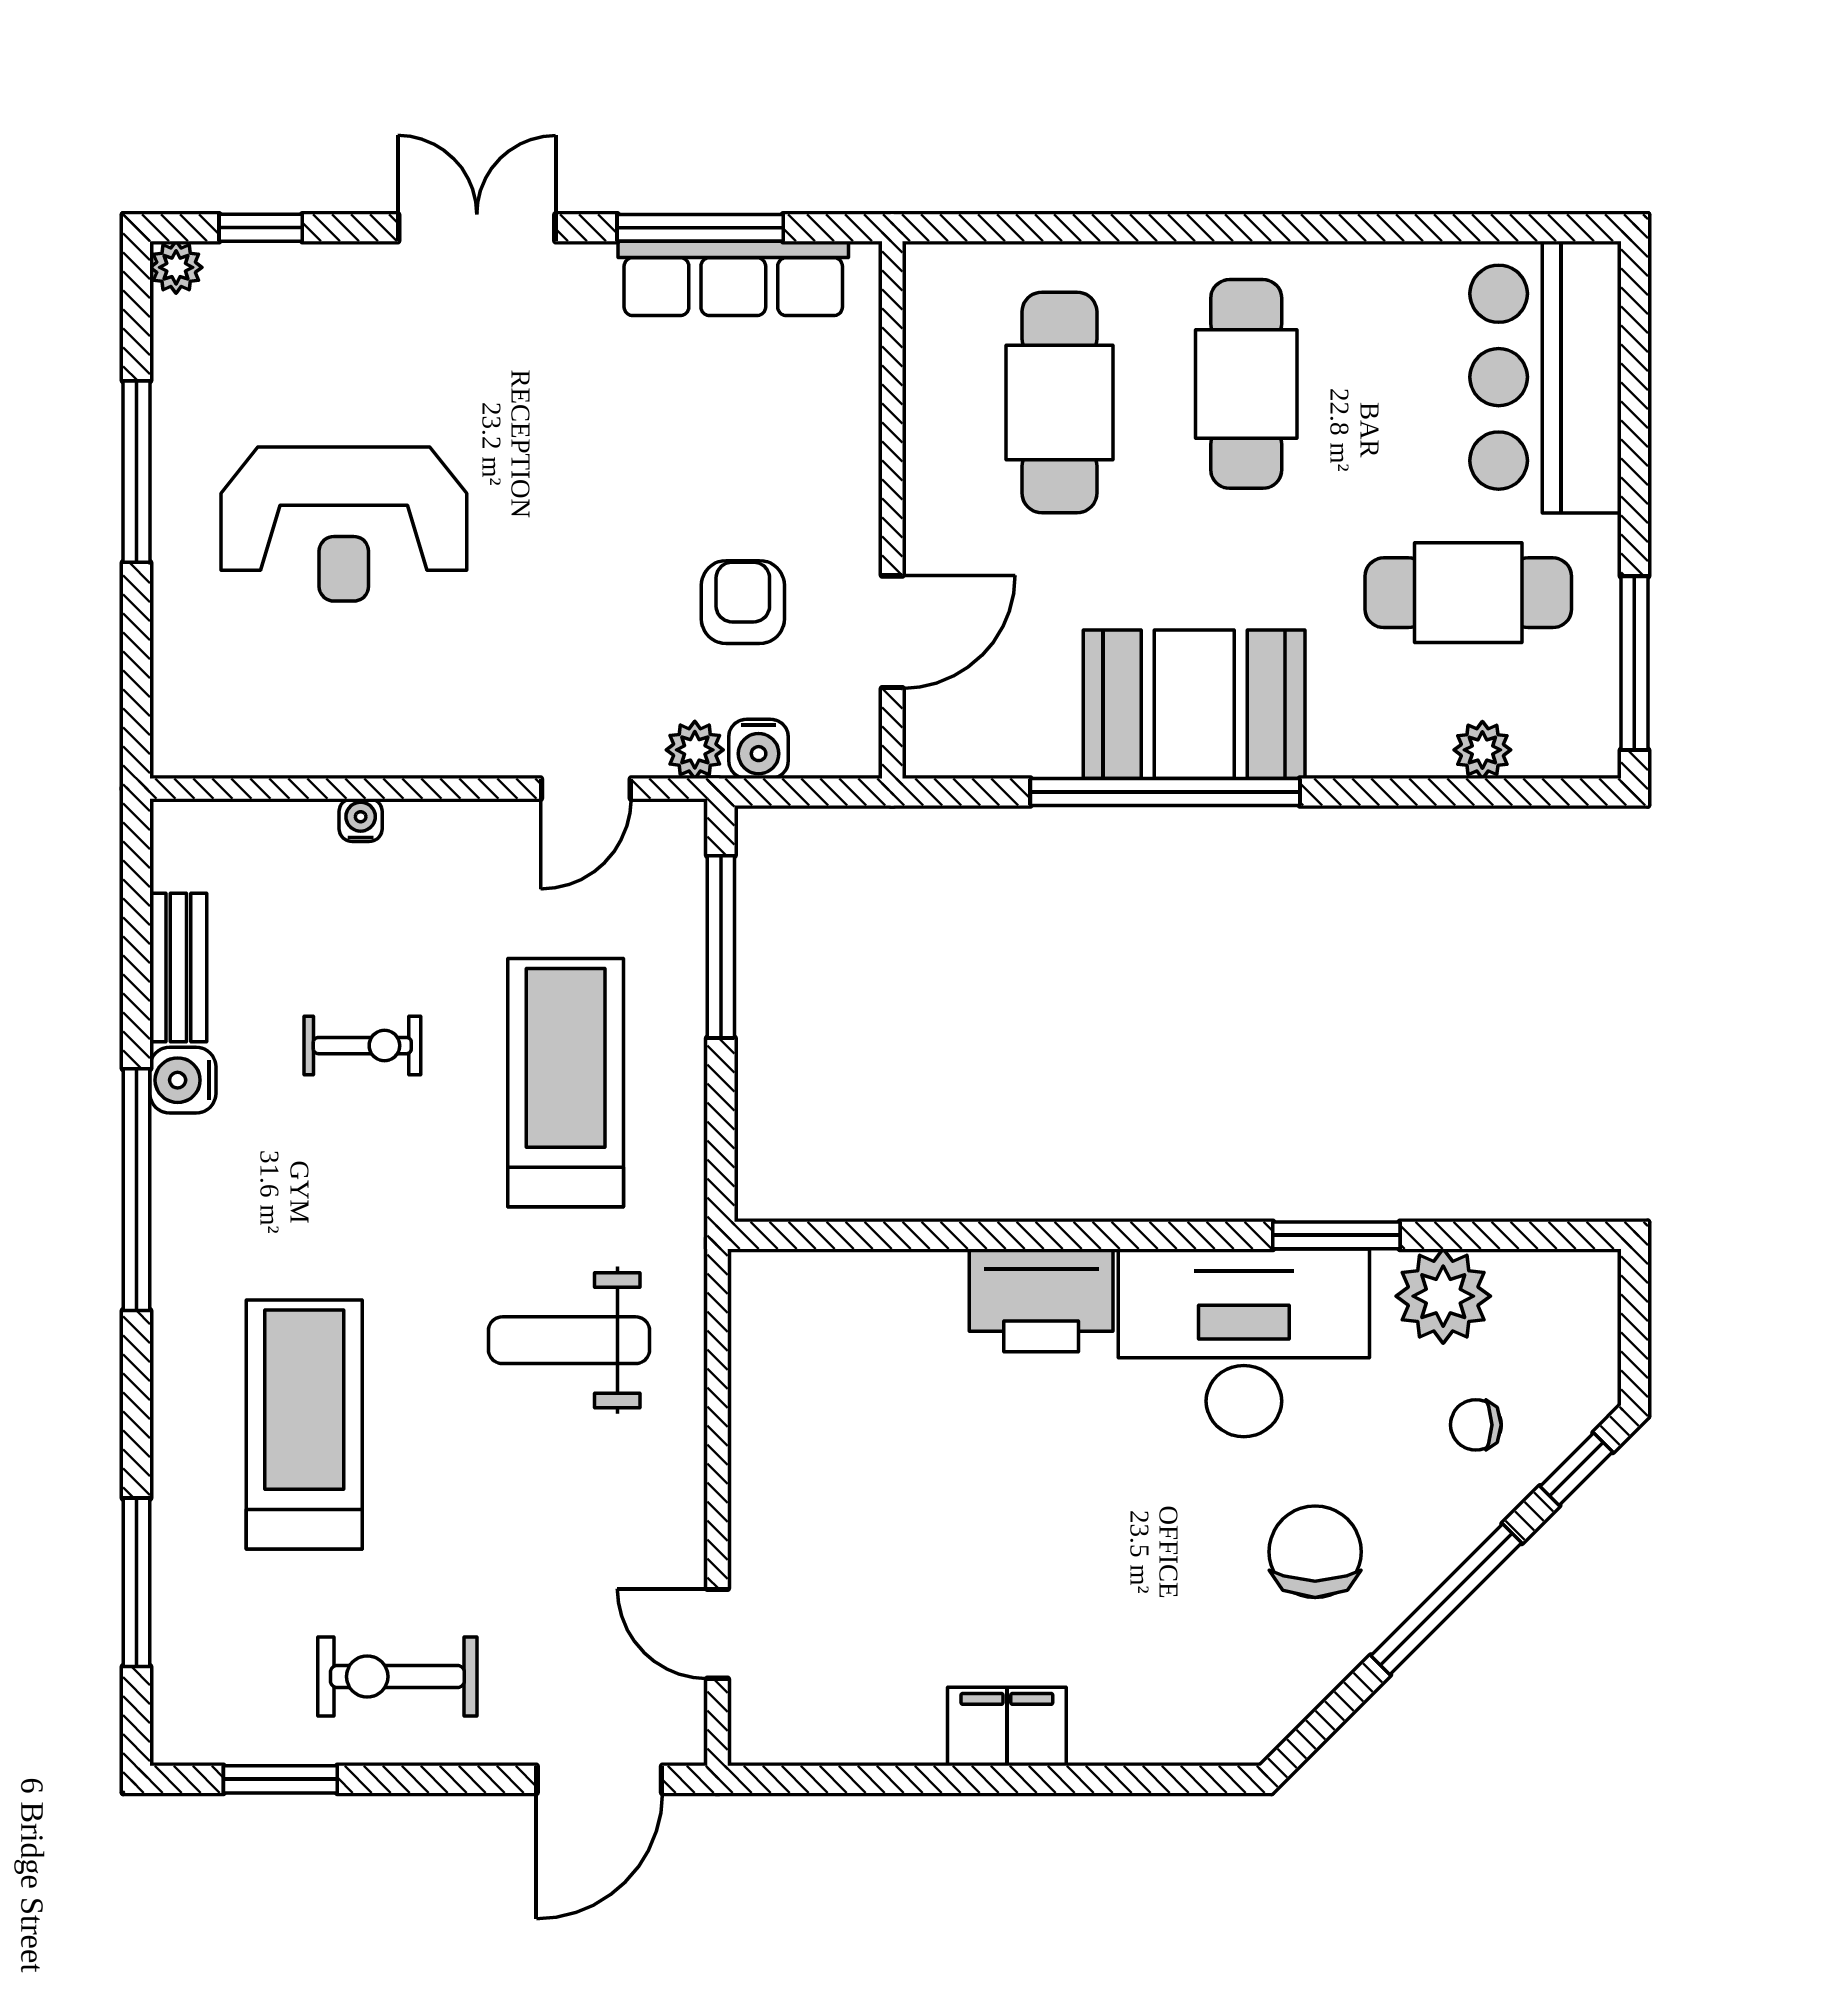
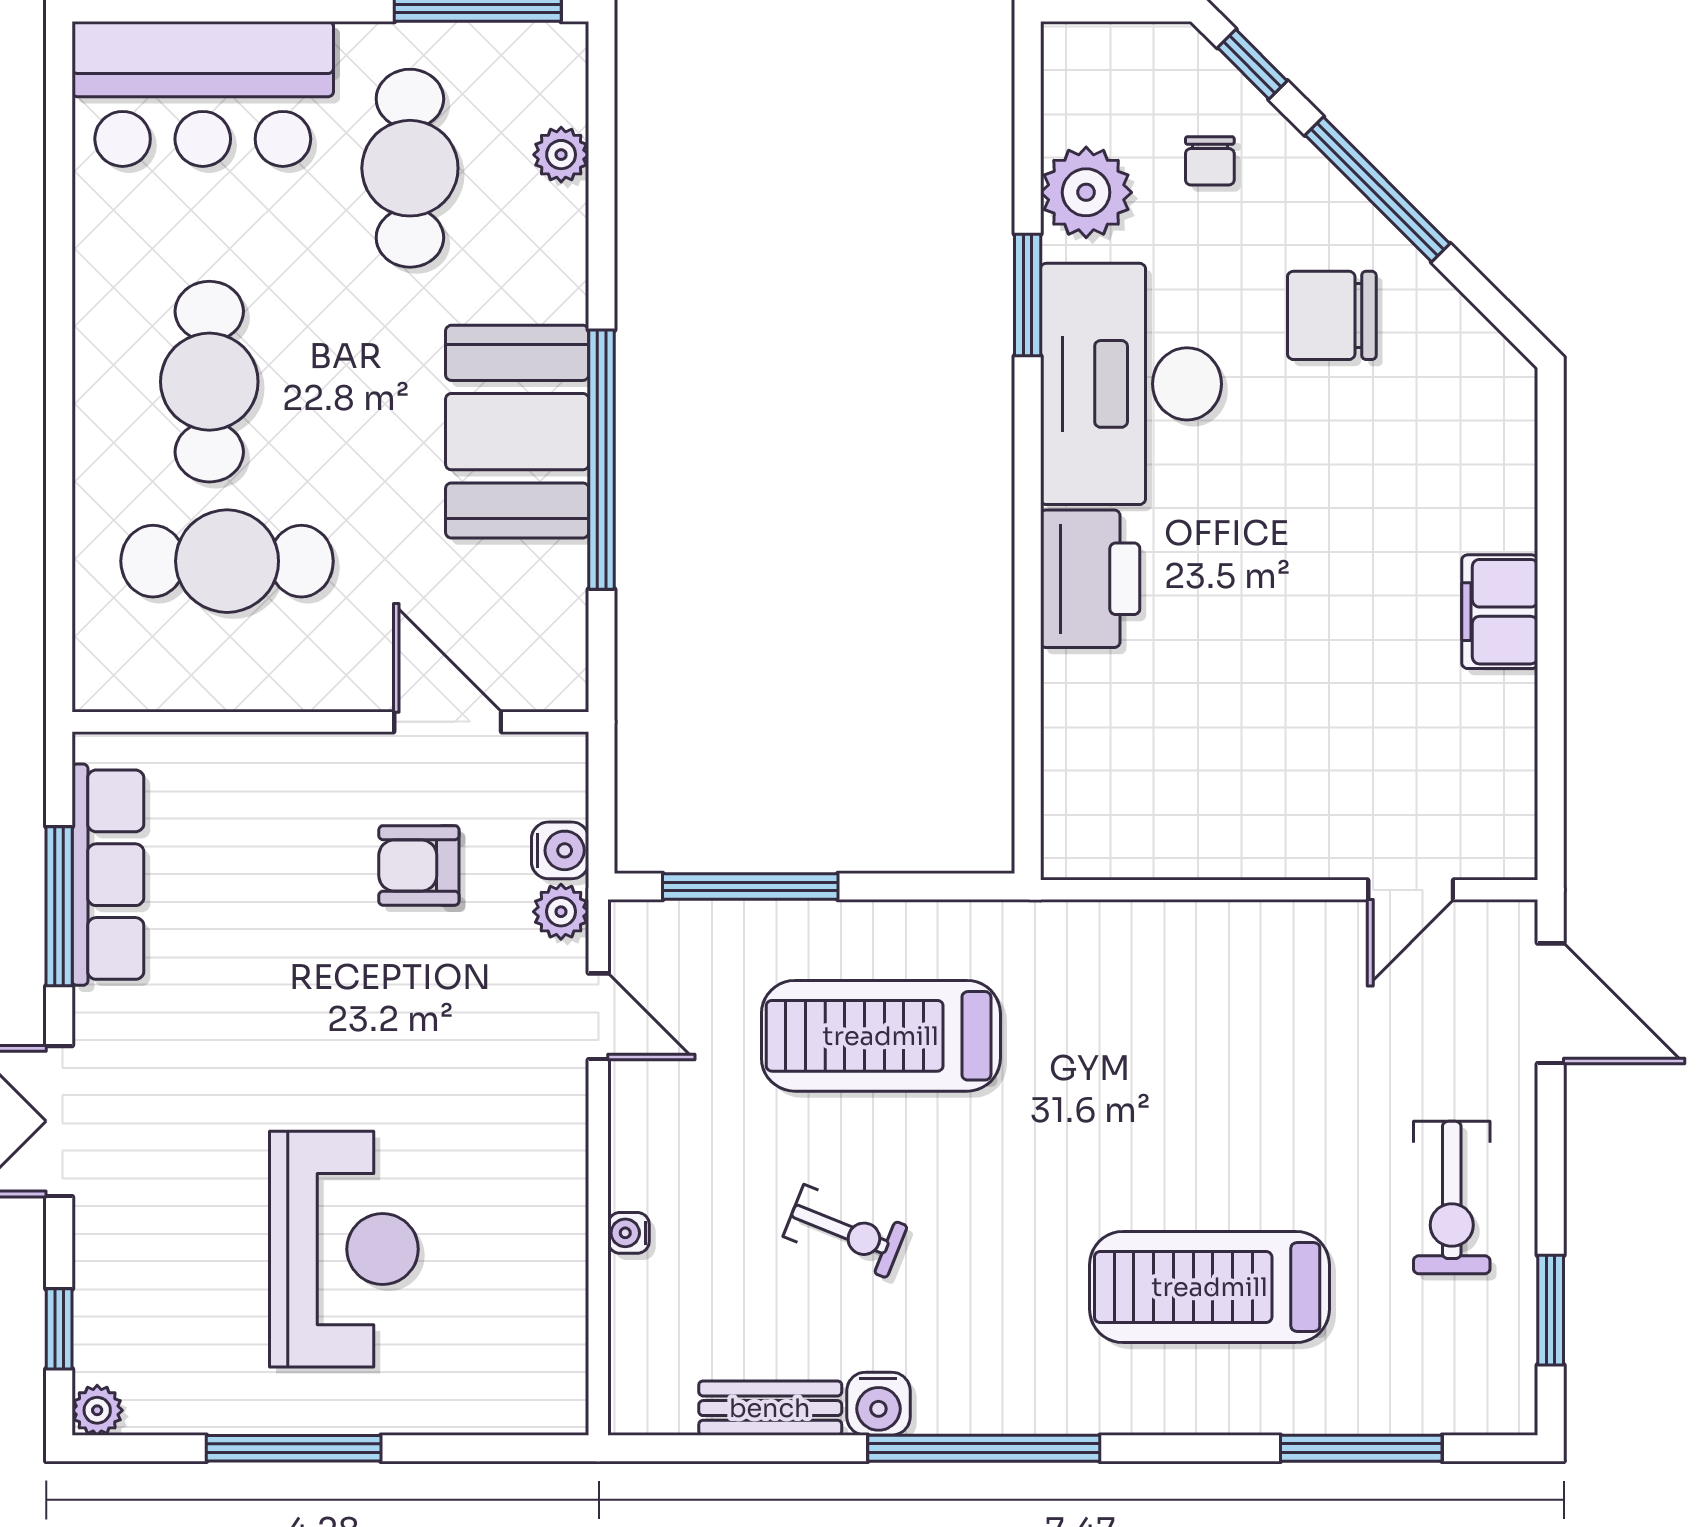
cafe table: (1246, 384) -> (209, 382), turned 90
exercise bike: (362, 1046) -> (845, 1231), turned 112
weight bench: (569, 1340) -> (1128, 1033), removed

